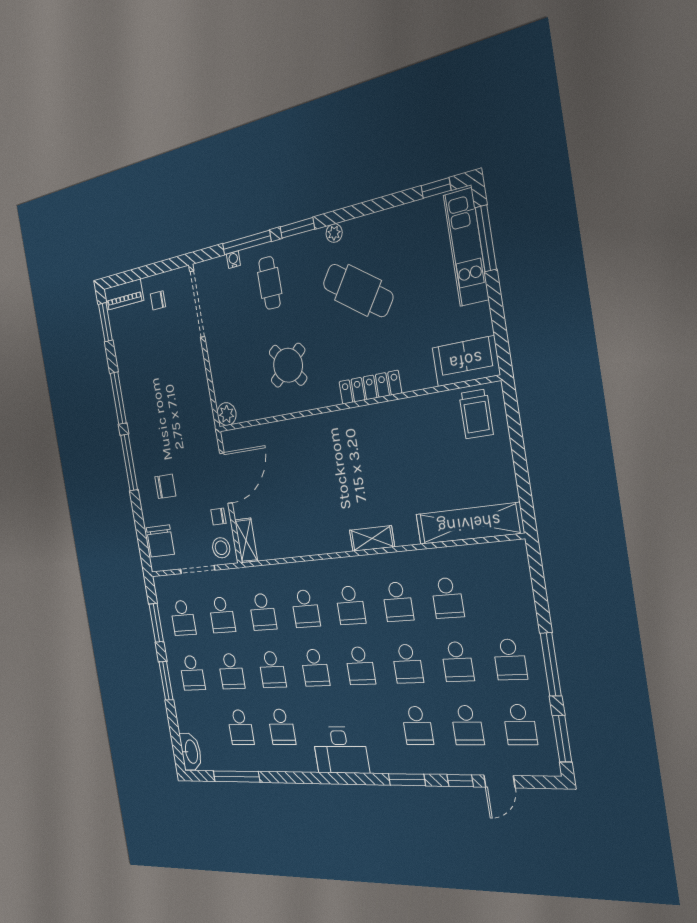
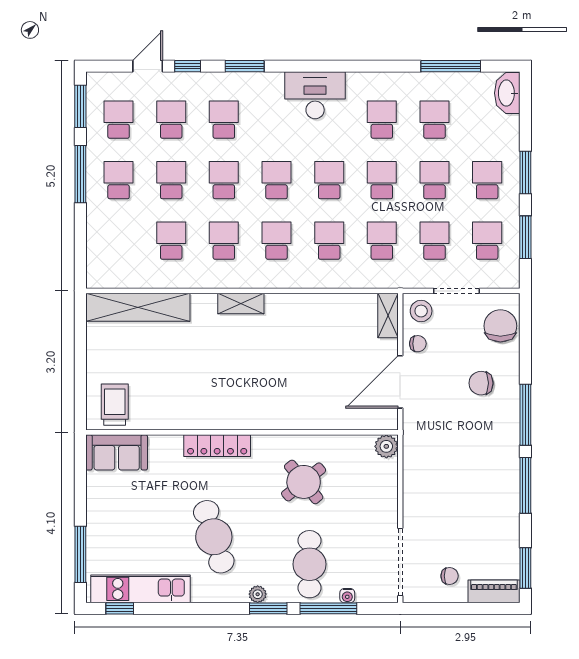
plant: (334, 233) -> (258, 594), moved
kitchen unit: (466, 247) -> (141, 589), moved, turned -90
cafe table: (270, 283) -> (309, 564), width x1.37, depth x1.35
cafe table: (358, 290) -> (214, 537), turned 38

